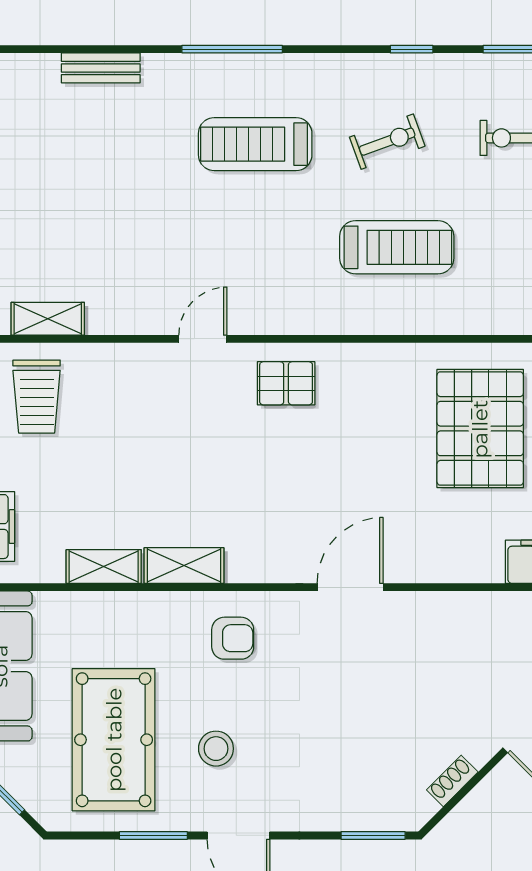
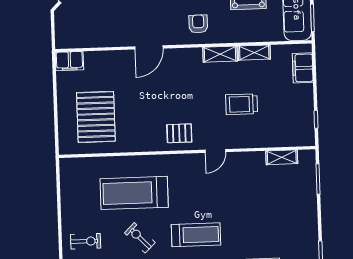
exercise bike: (387, 142) -> (140, 238), turned 66
treadmill: (397, 247) -> (134, 193), width x1.37, depth x1.38
trolley: (37, 397) -> (242, 104), moved, turned -90
armchair: (233, 638) -> (198, 24), turned 90

